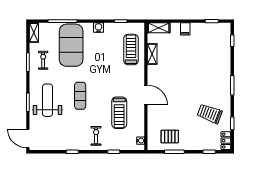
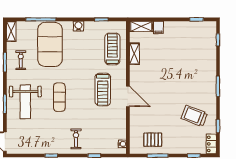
filing cabinet: (185, 29) -> (158, 27), moved
weight bench: (47, 100) -> (25, 102), turned 180
treadmill: (119, 113) -> (103, 90), moved

